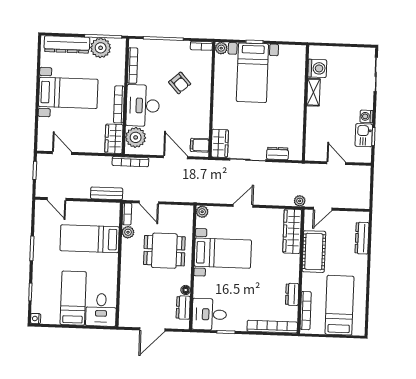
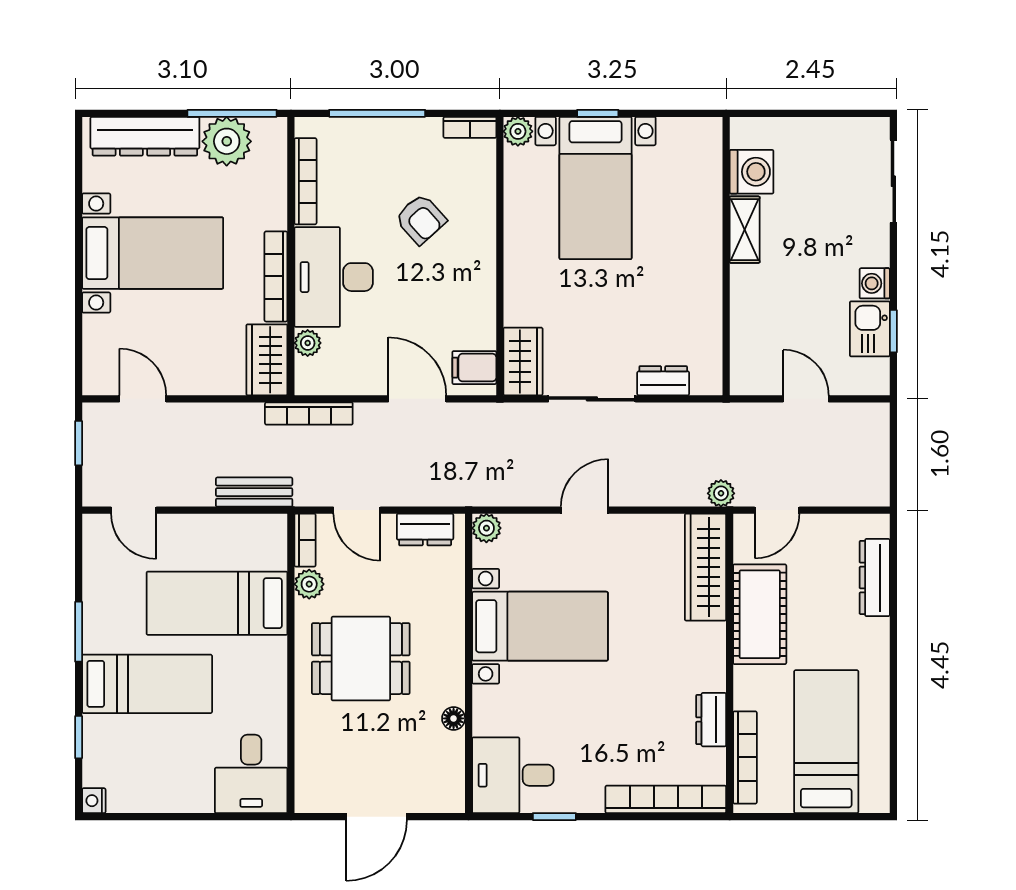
plant: (136, 137) -> (308, 343), width x0.53, depth x0.53
dining table: (164, 251) -> (361, 659), moved
bed: (73, 298) -> (147, 684), moved, turned 90
dresser: (183, 308) -> (425, 530), moved, turned -90

